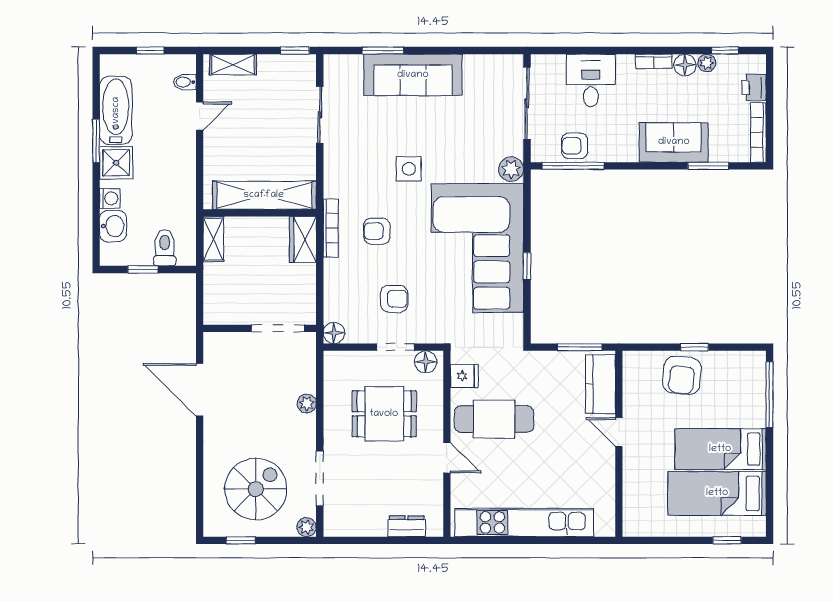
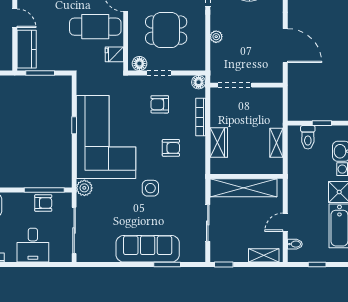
shelving: (264, 195) -> (243, 188), moved
wall: (260, 213) -> (247, 176), moved
bookcase: (331, 228) -> (201, 117), moved

